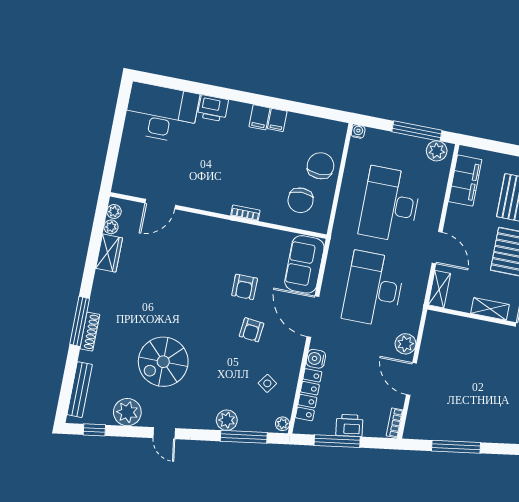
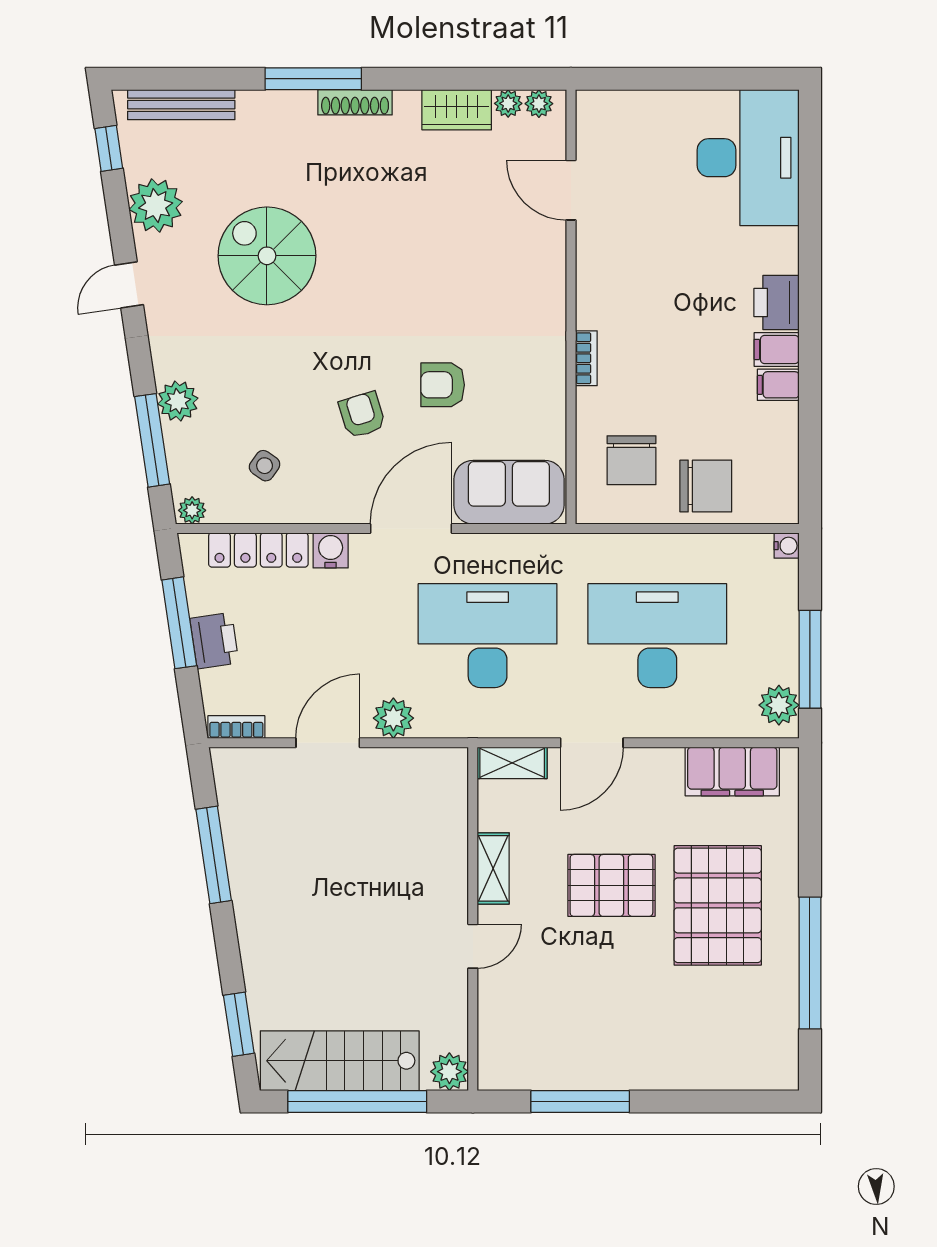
printer: (213, 108) -> (776, 302), moved
chair: (300, 200) -> (632, 460), turned -90
armchair: (252, 330) -> (362, 415), turned 67
shoe rack: (90, 332) -> (355, 102), moved

